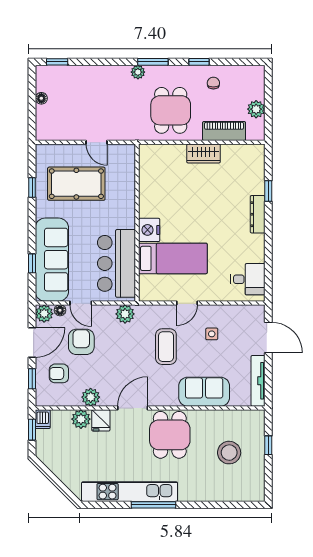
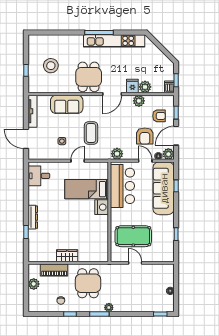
pool table: (76, 184) -> (133, 236), moved

